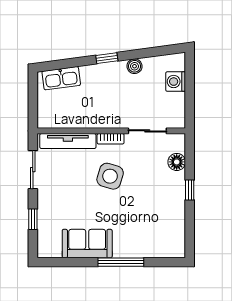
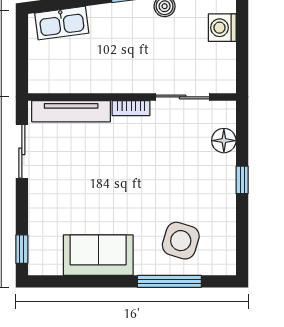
side table: (110, 176) -> (181, 241), moved
window: (33, 219) -> (22, 249), moved
window: (121, 262) -> (169, 281), moved

